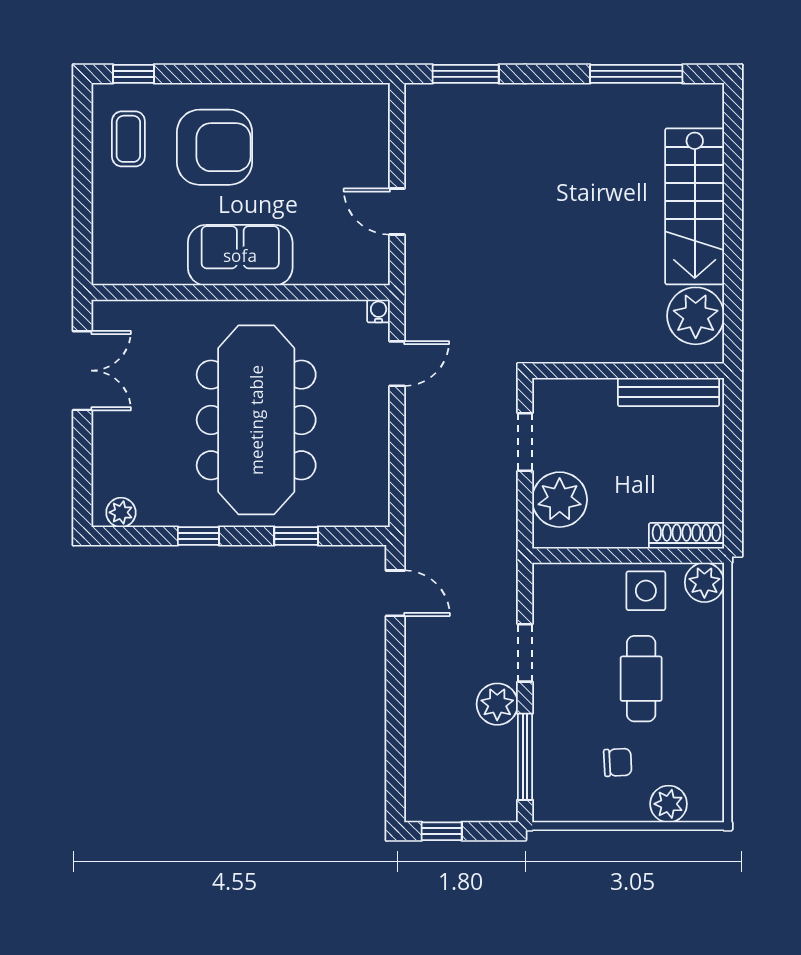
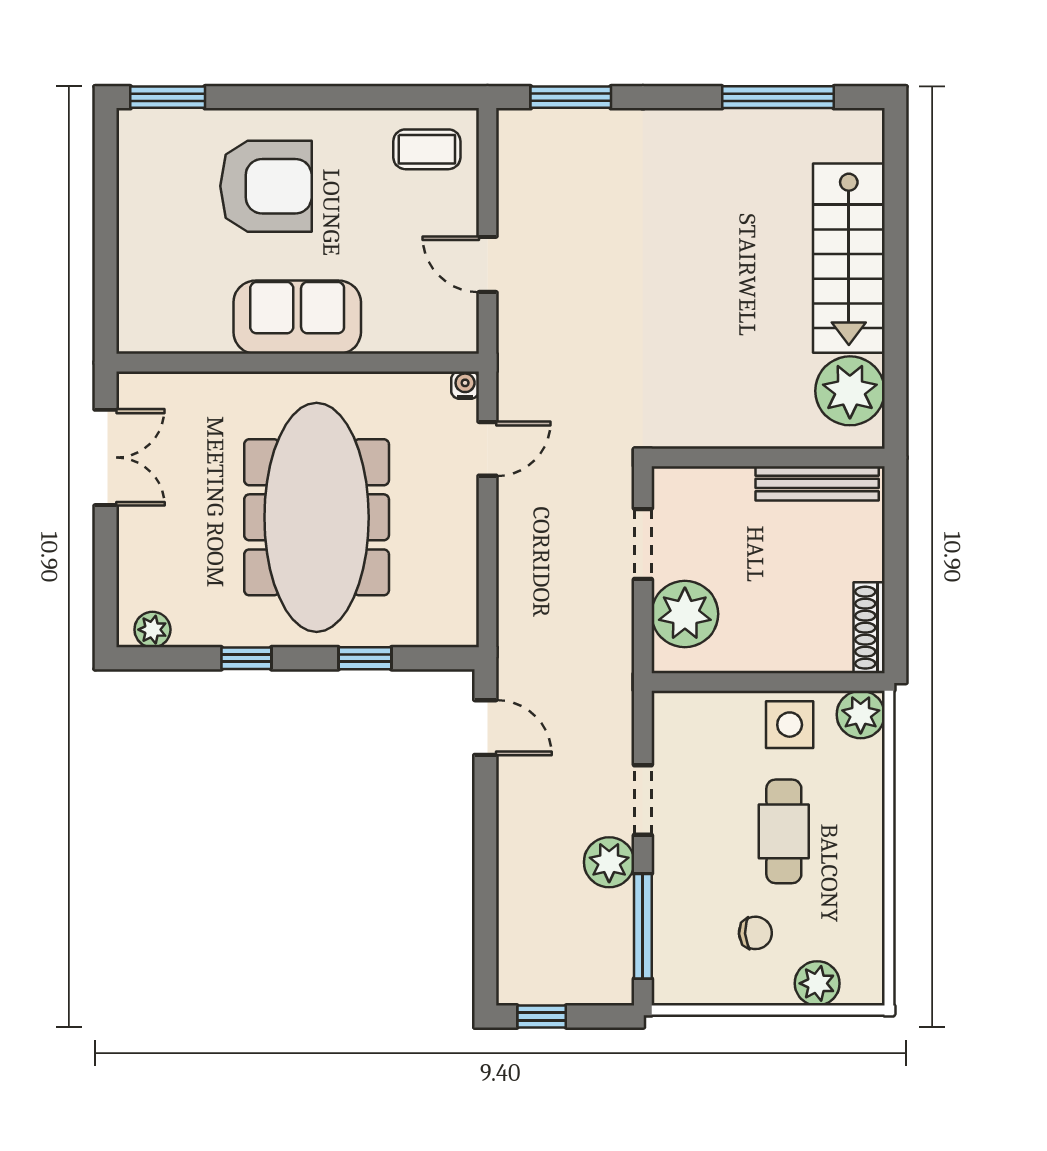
window: (134, 74) -> (168, 97), width x1.50
coffee table: (128, 139) -> (427, 149), moved, turned 90
shoe rack: (687, 536) -> (869, 628), moved, turned -90

